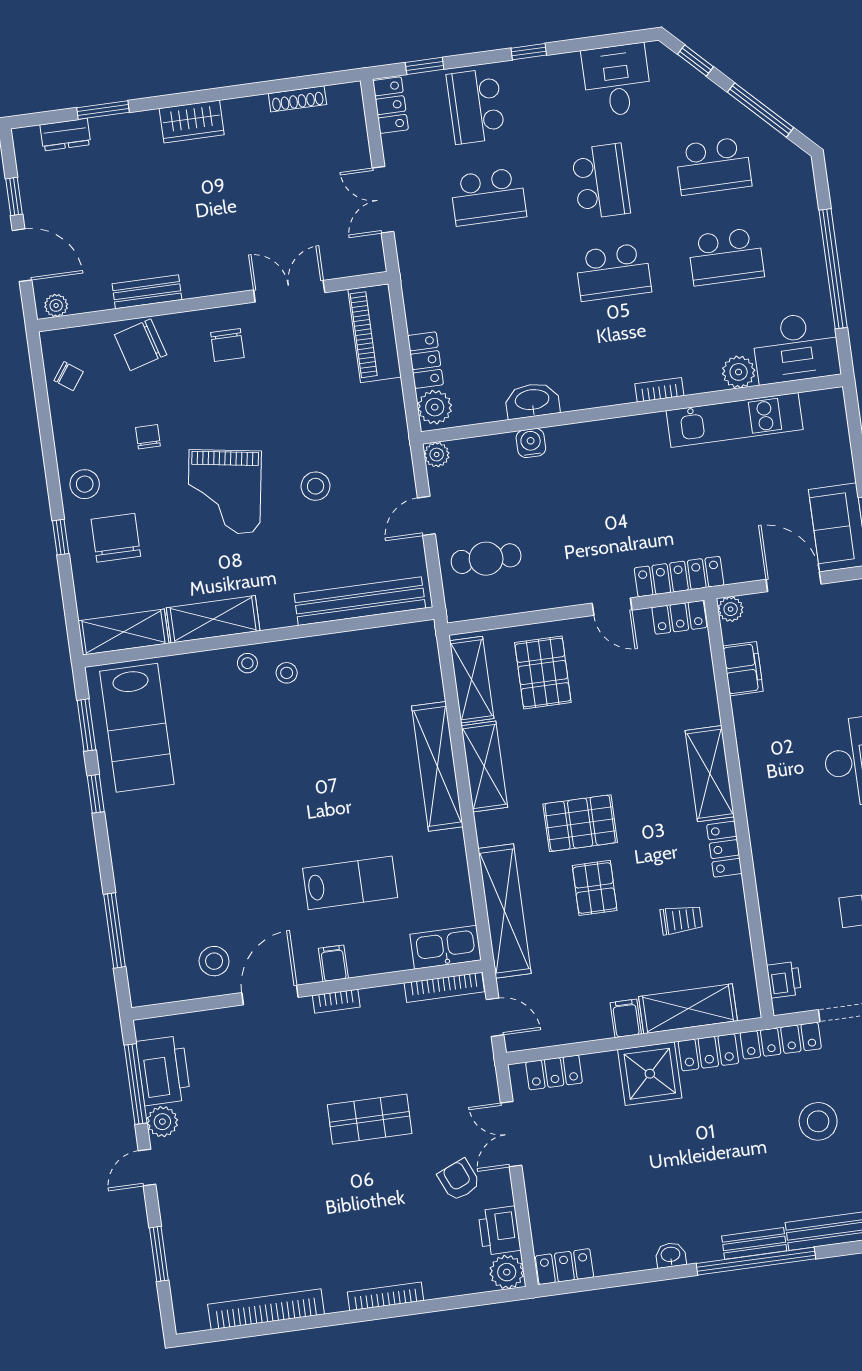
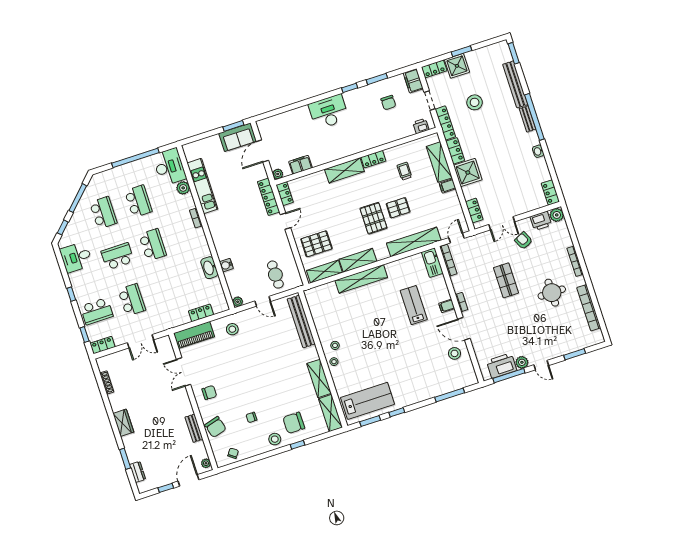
plant: (435, 407) -> (219, 306), removed
stool: (316, 486) -> (232, 329), moved
grand piano: (224, 492) -> (268, 383), removed
armchair: (459, 1180) -> (524, 241), turned 87
round table: (319, 1225) -> (552, 293), added

